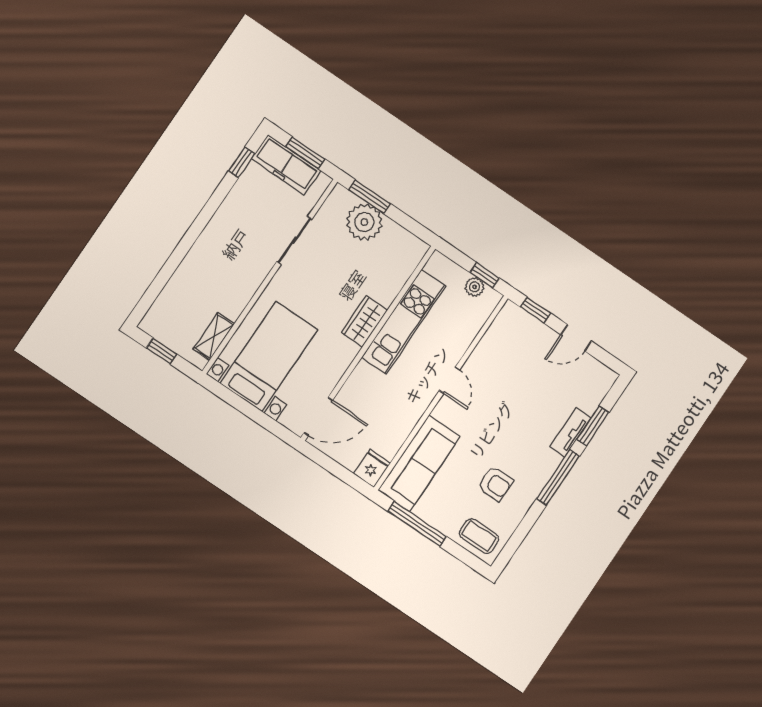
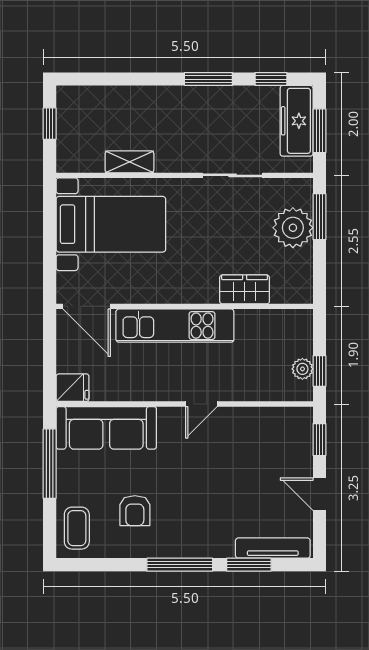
window: (210, 209) -> (208, 79), added
wardrobe: (364, 321) -> (245, 289), moved
kitchen unit: (404, 322) -> (175, 326), moved
shelving: (214, 336) -> (129, 162), moved
tv unit: (571, 432) -> (273, 548), moved, width x1.41

